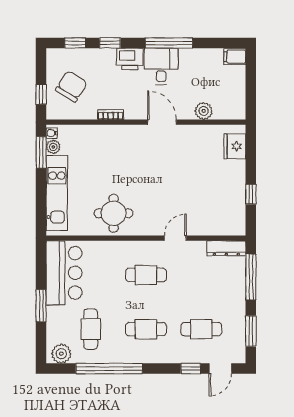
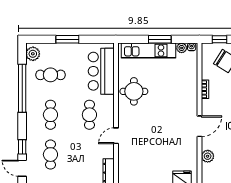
window: (41, 152) -> (160, 39), moved
door: (175, 238) -> (116, 136), swing flipped
bar counter: (64, 273) -> (101, 71), moved, turned 90

